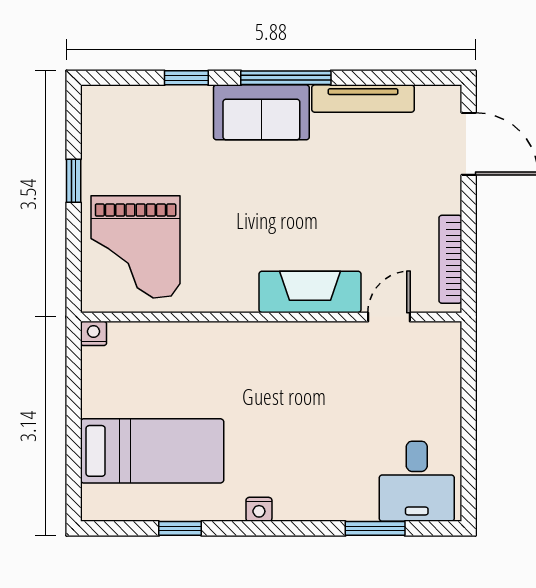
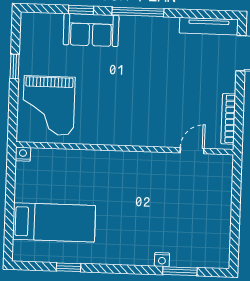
tv unit: (363, 99) -> (209, 26), moved
sofa: (261, 112) -> (91, 30), moved
fireplace: (310, 292) -> (147, 135), removed
desk: (417, 481) -> (205, 245), removed
nightstand: (259, 509) -> (162, 260), moved

